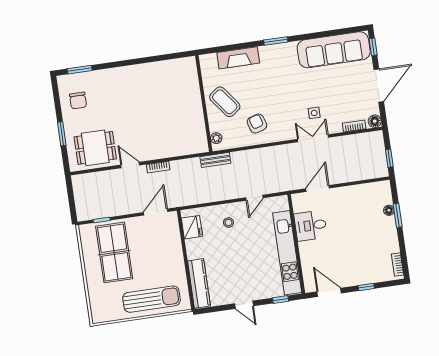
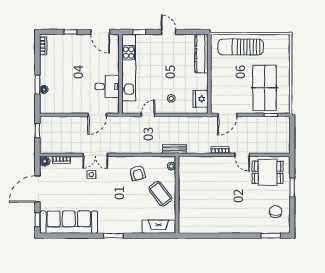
fireplace: (238, 58) -> (158, 227), moved

